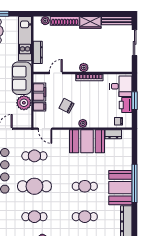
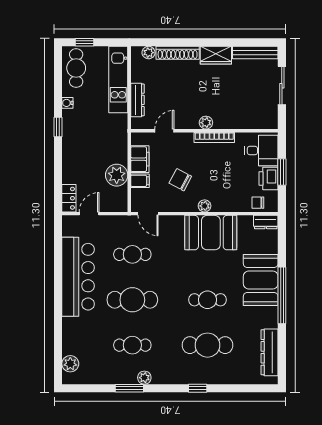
sofa: (22, 78) -> (114, 138), removed
dresser: (113, 134) -> (266, 222), moved
booth: (120, 188) -> (261, 280), moved
cafe table: (85, 217) -> (207, 345), width x1.37, depth x1.35

